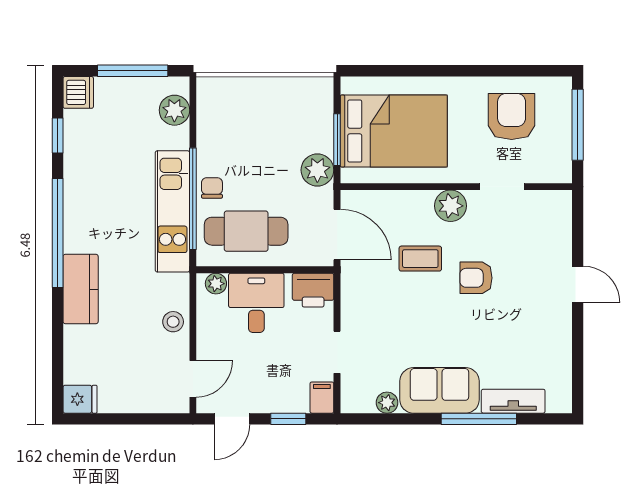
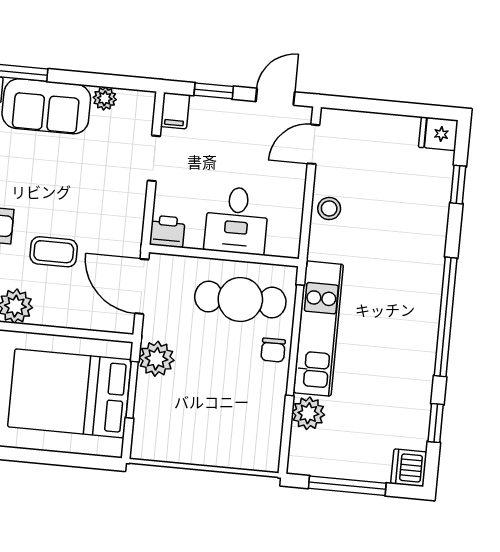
plant: (174, 110) -> (308, 413), moved
plant: (216, 284) -> (279, 246), removed
kitchen counter: (81, 289) -> (426, 254), removed
printer: (313, 290) -> (167, 231), width x0.73, depth x0.81
window: (58, 355) -> (458, 185), added

